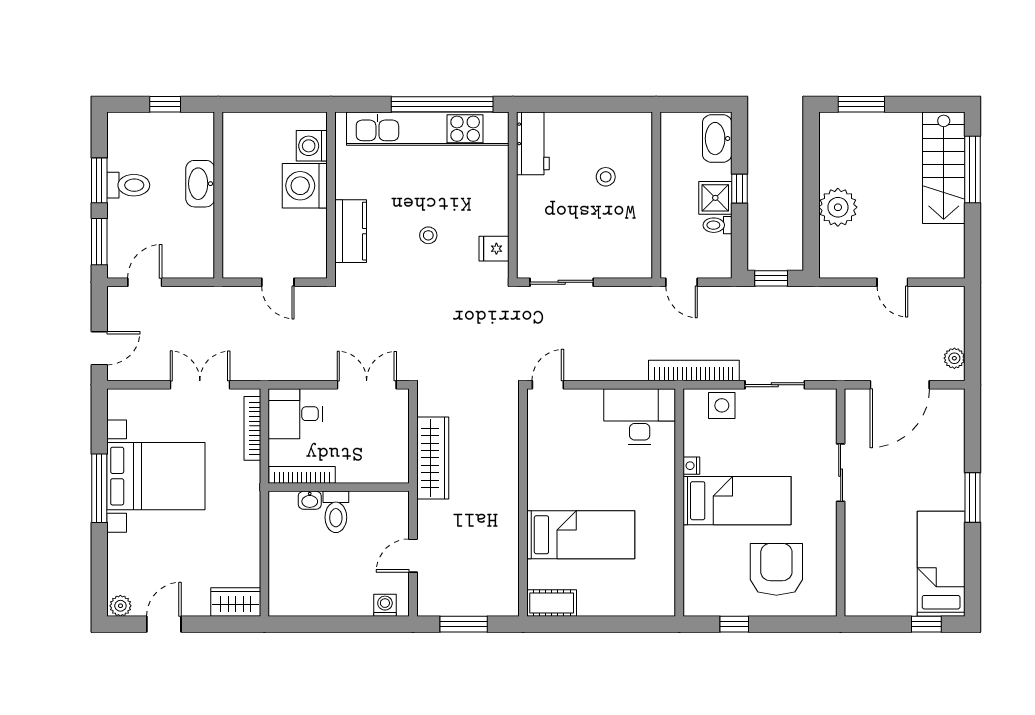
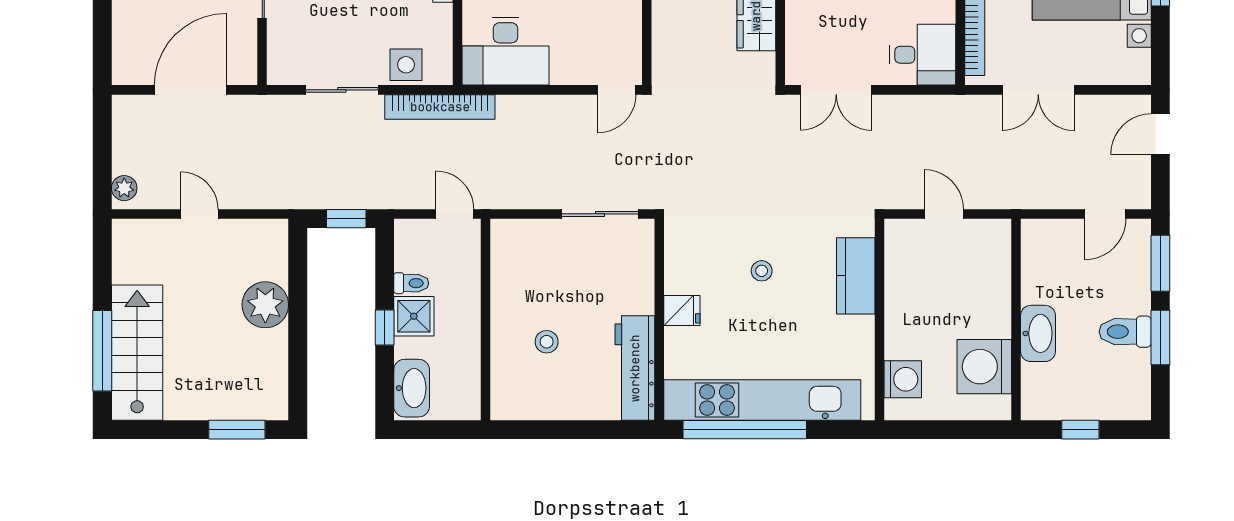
workbench: (533, 143) -> (635, 368), width x1.38
washing machine: (305, 186) -> (984, 367), moved, turned 180
fridge: (494, 249) -> (682, 311), moved
plant: (954, 358) -> (124, 188), moved

